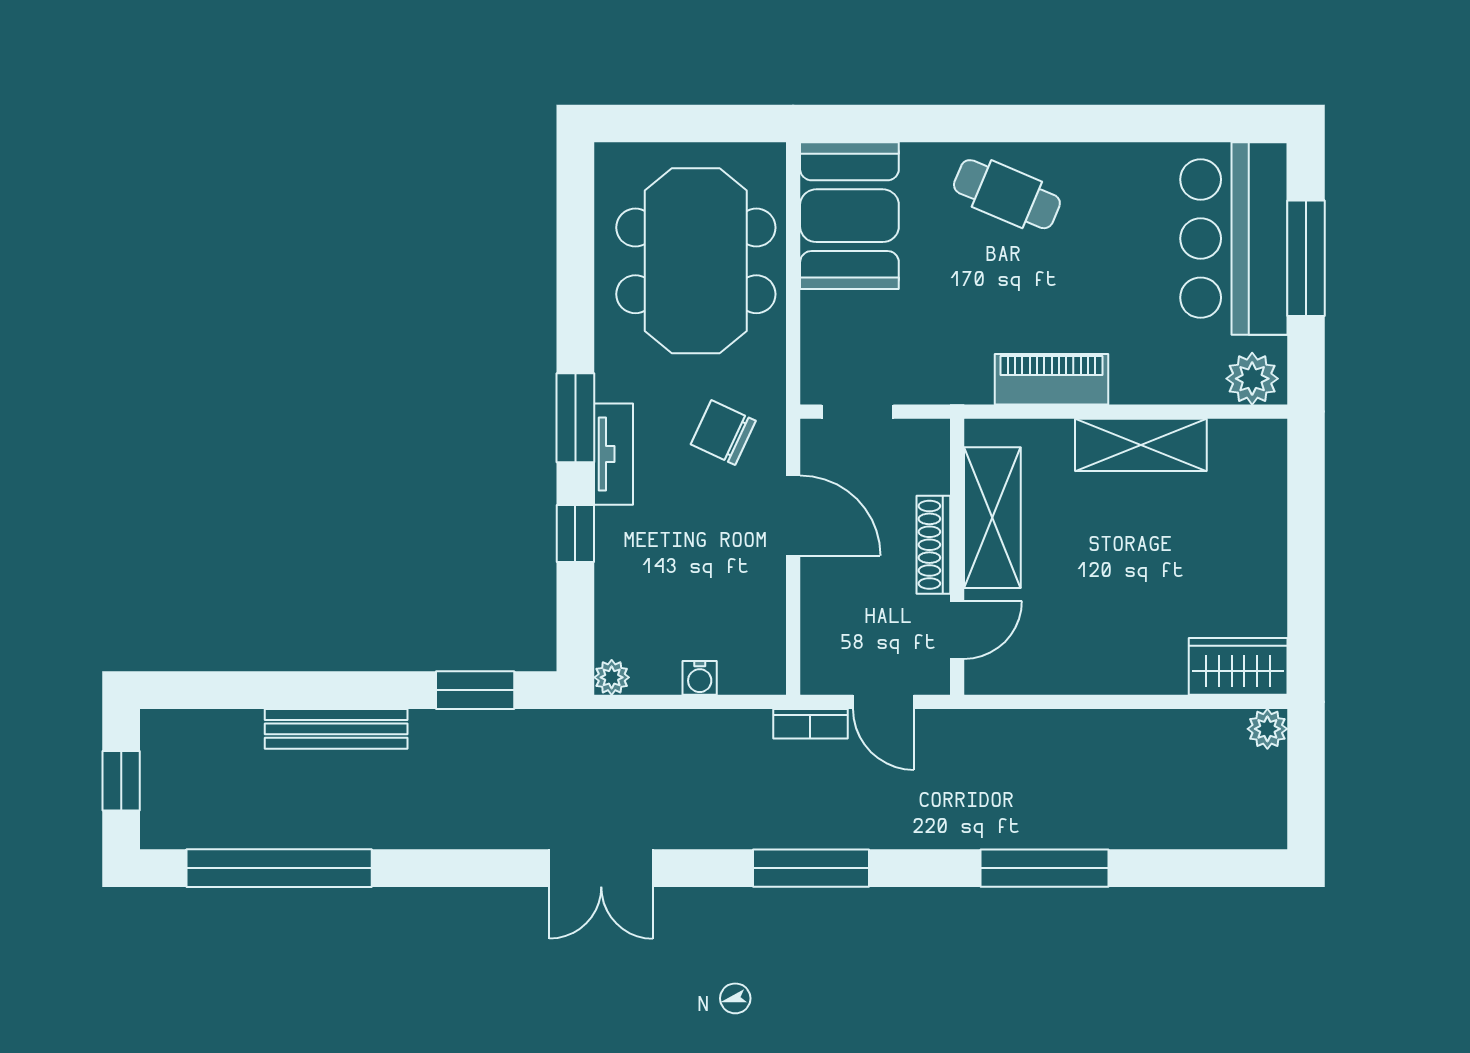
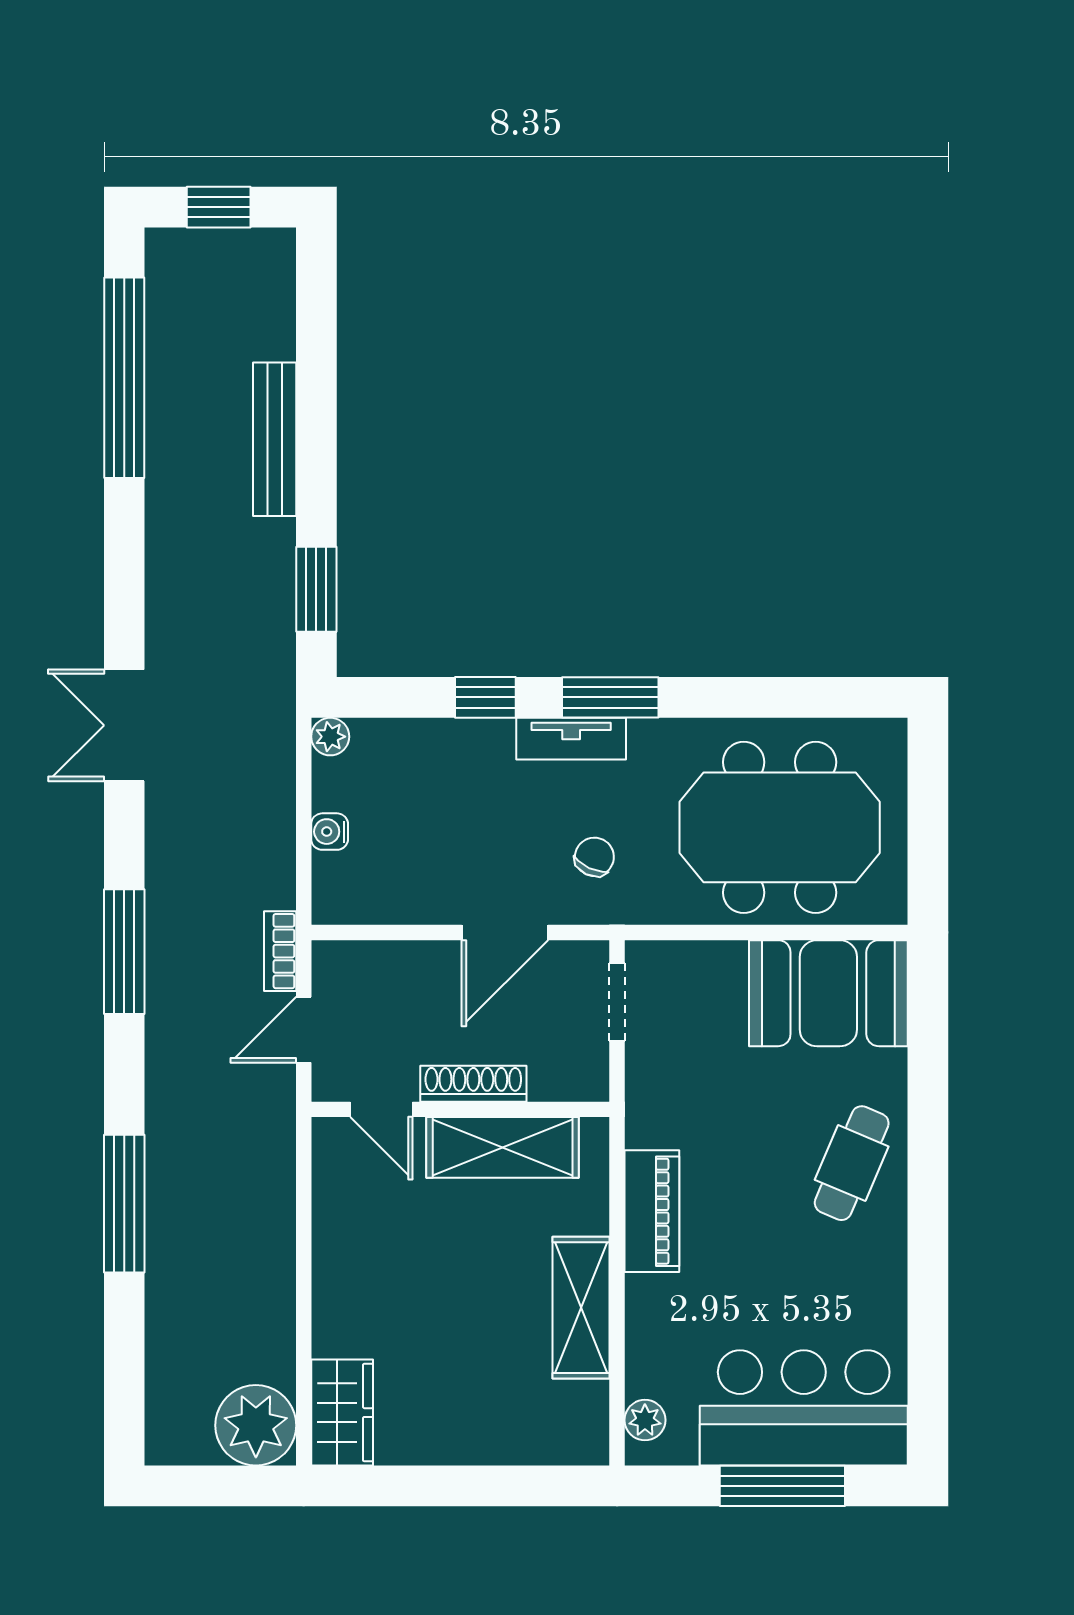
plant: (1252, 379) -> (645, 1420), width x0.73, depth x0.73
chair: (723, 432) -> (594, 857), width x0.73, depth x0.73
plant: (1267, 729) -> (256, 1425), width x1.88, depth x1.88

